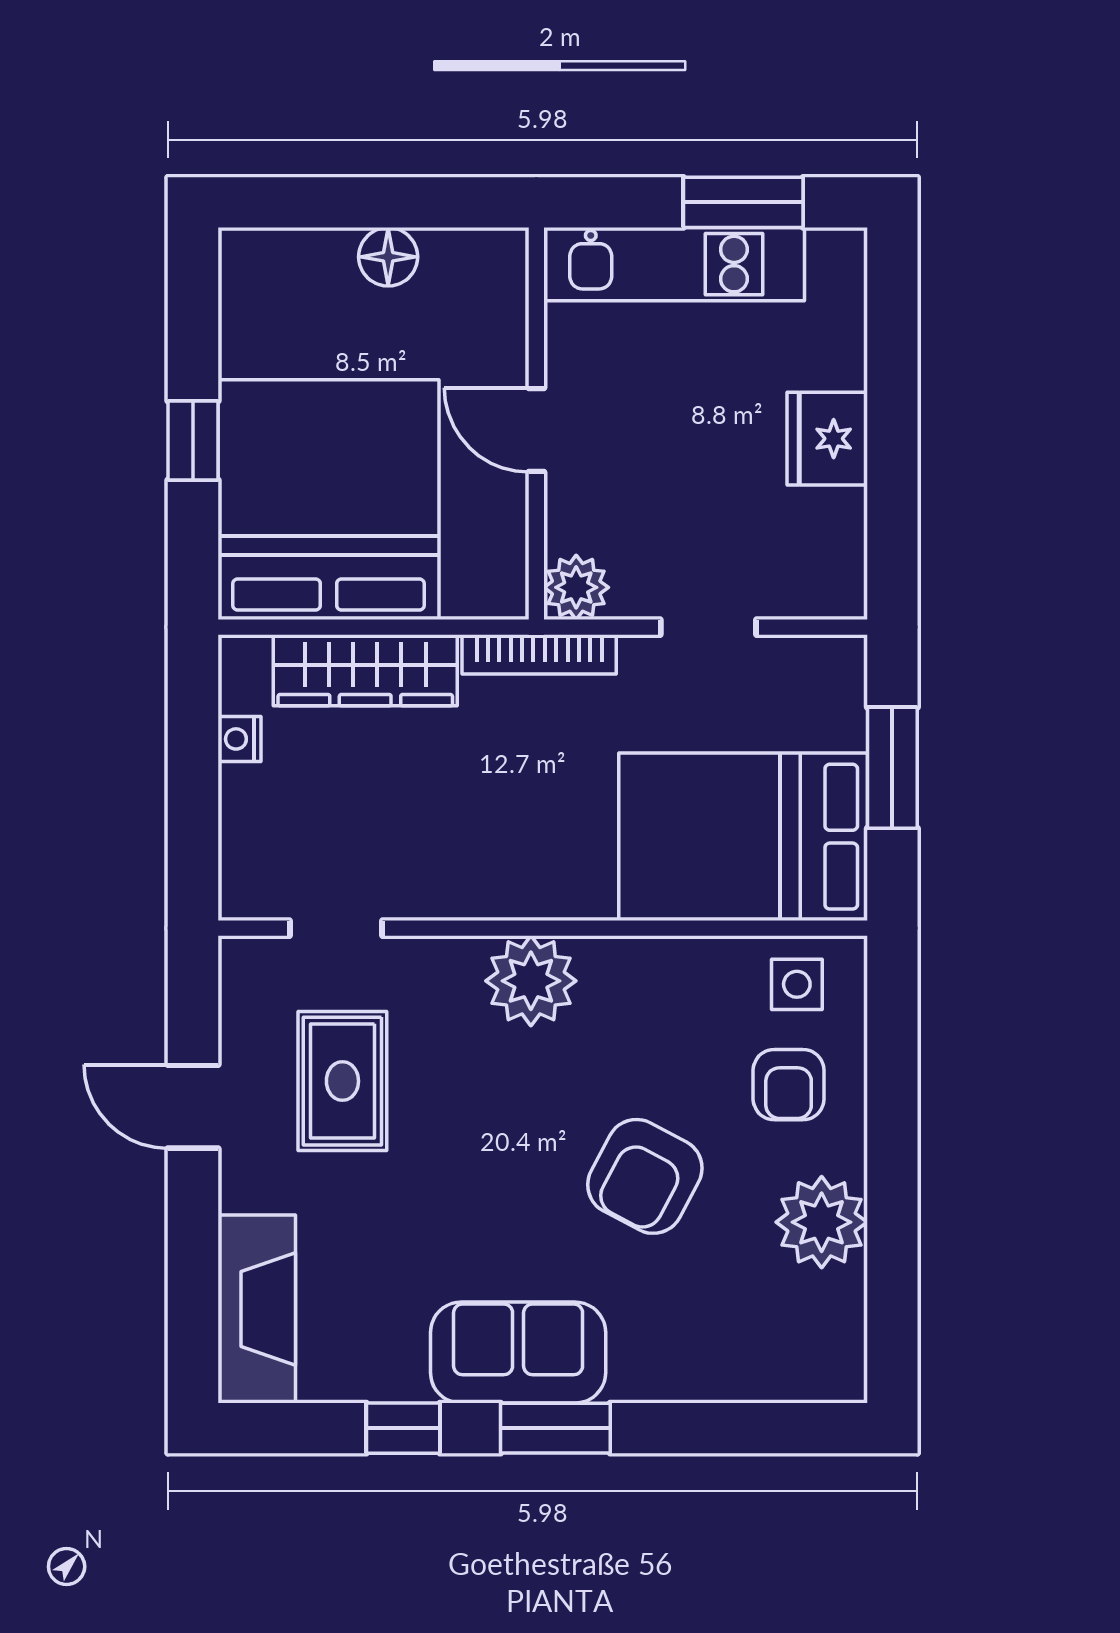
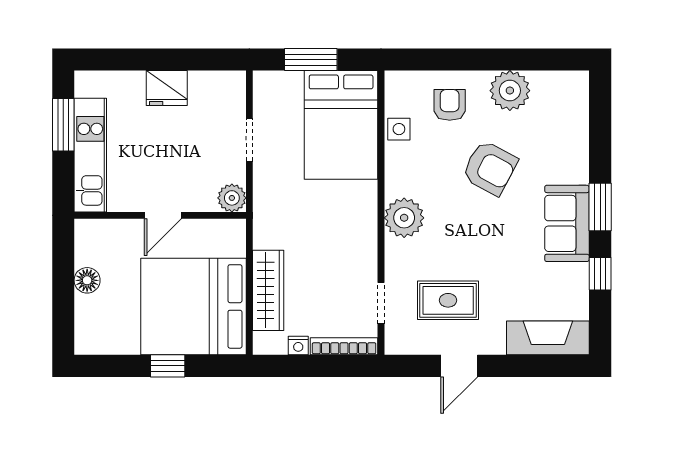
bookcase: (539, 654) -> (344, 346), moved, turned -90
side table: (797, 984) -> (399, 129), moved
armchair: (789, 1085) -> (450, 105), turned -90

